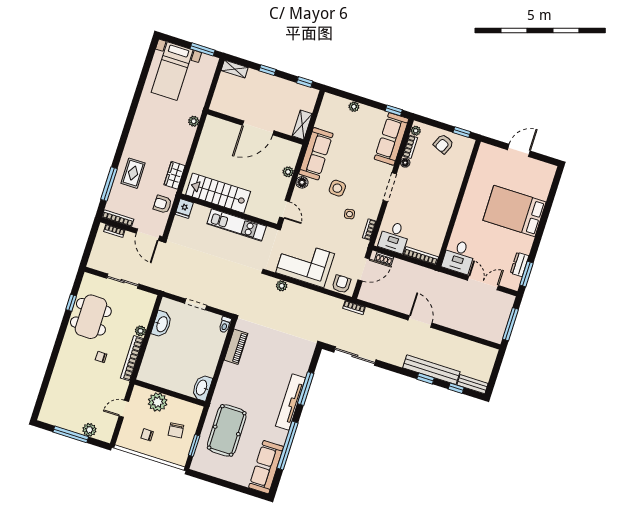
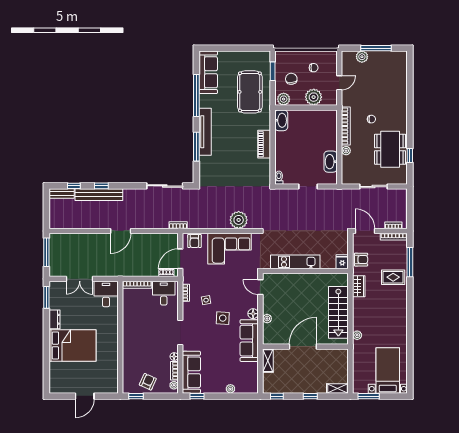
rug: (133, 173) -> (393, 277), turned 90
stairs: (218, 193) -> (338, 312), moved, turned 90
dresser: (520, 264) -> (54, 319), moved
plant: (282, 286) -> (239, 220), width x1.88, depth x1.88
door: (420, 321) -> (121, 231), hinge flipped
piano: (236, 347) -> (264, 144), moved
plant: (192, 410) -> (284, 99), added

